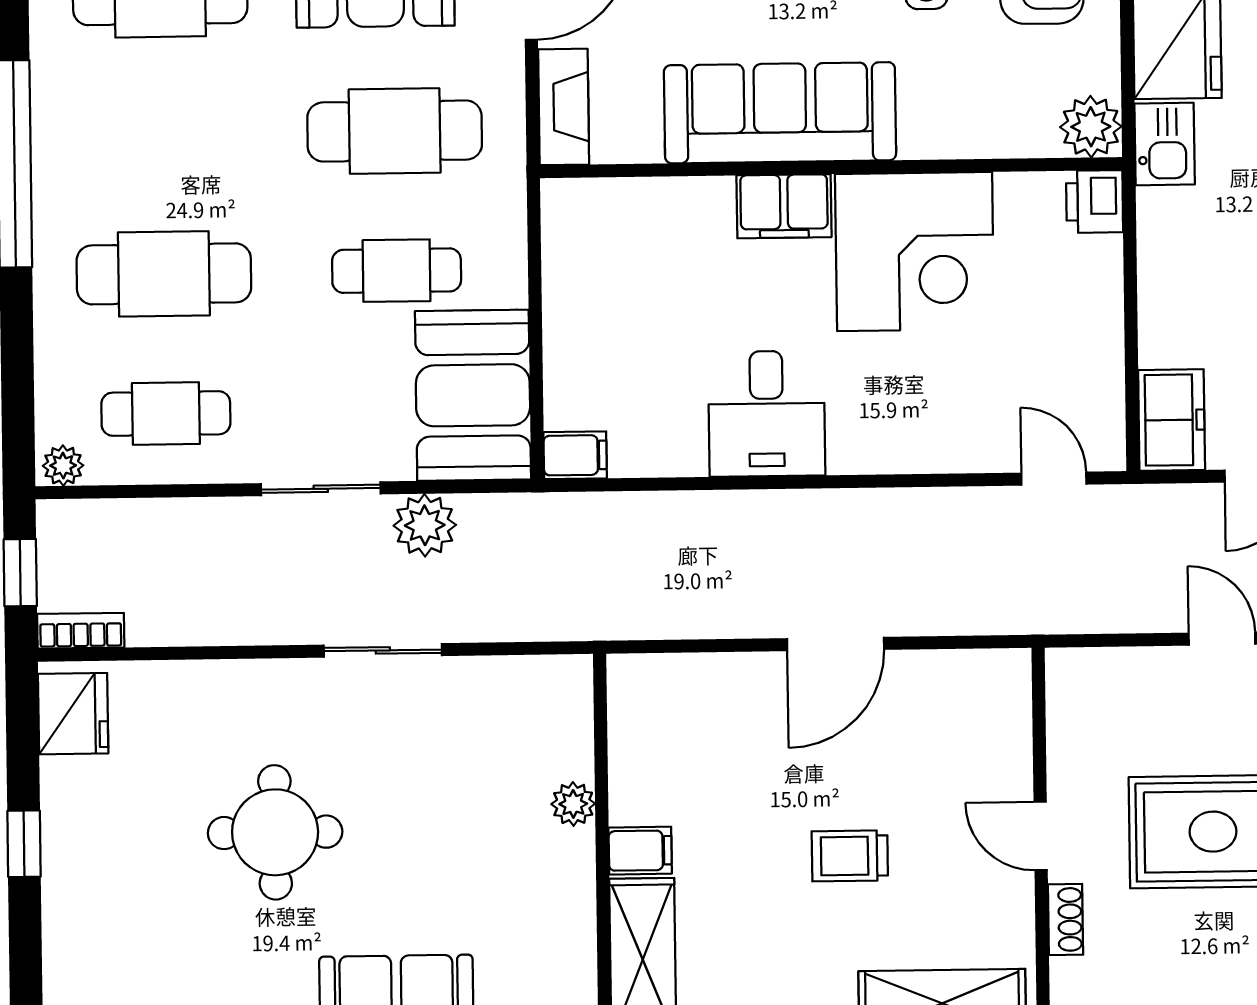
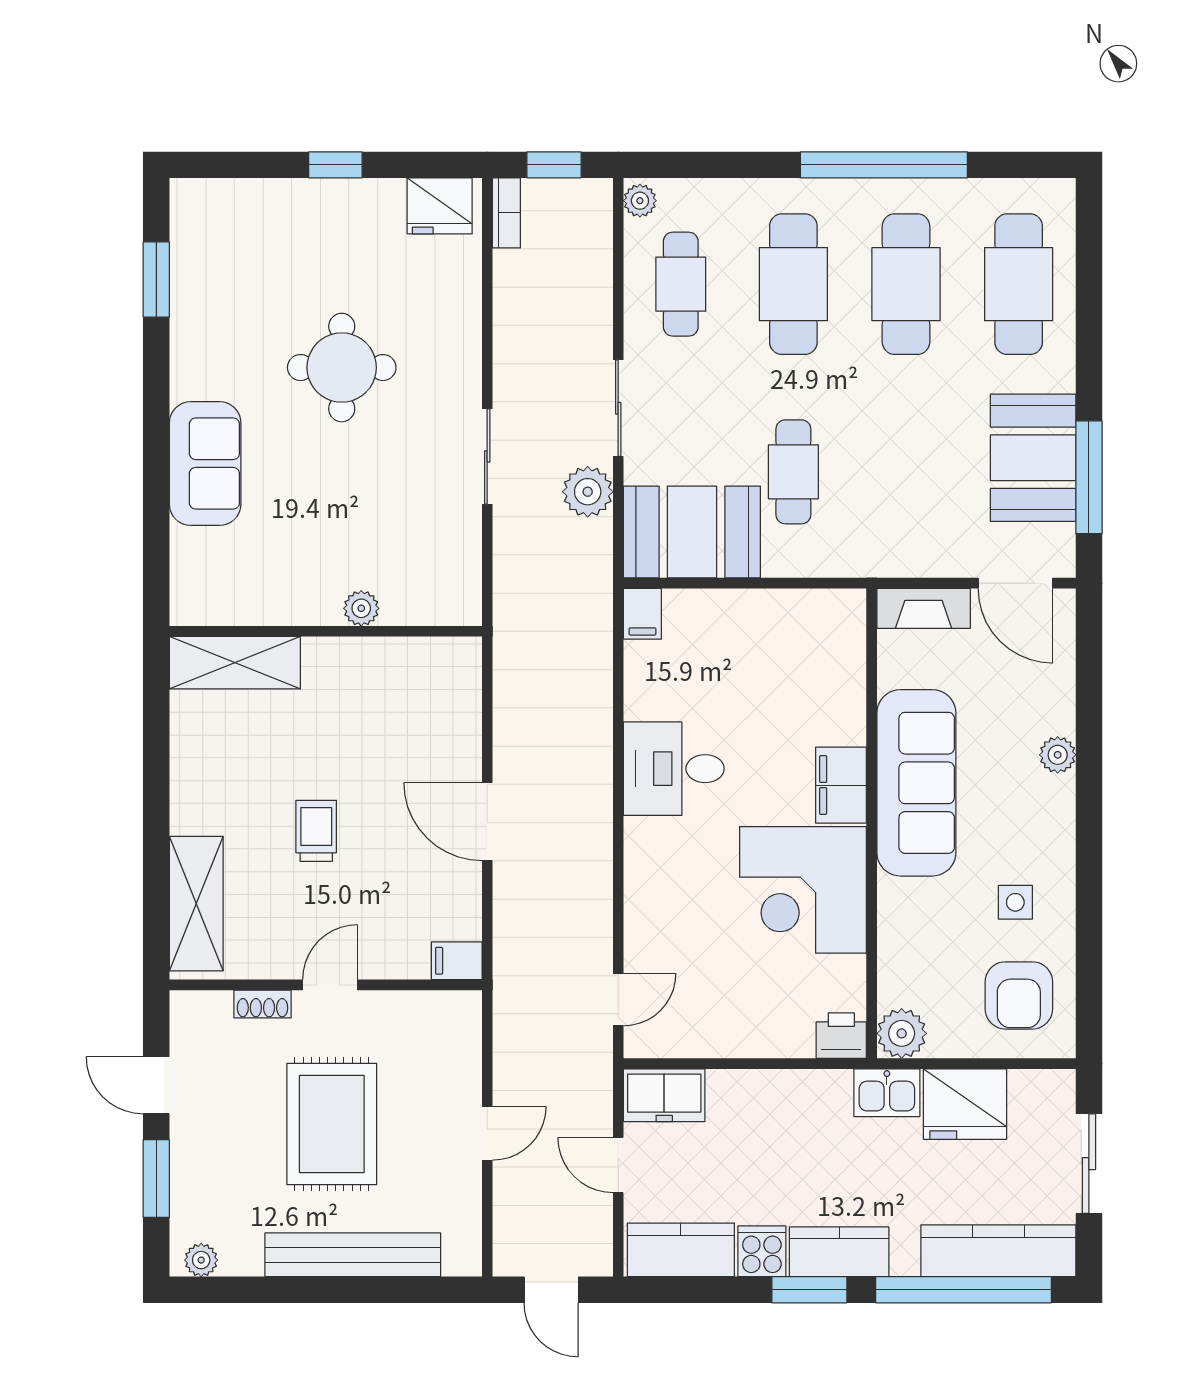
cafe table: (395, 131) -> (906, 284), moved
filing cabinet: (640, 851) -> (457, 961), moved, turned 90

